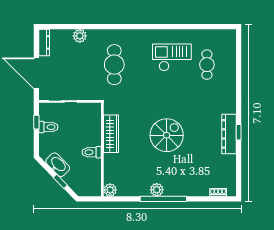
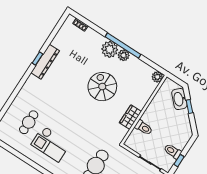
wardrobe: (111, 134) -> (130, 117), width x0.67
spiral stairs: (167, 135) -> (102, 87), moved, turned 90
toilet: (92, 152) -> (144, 128), moved
washbasin: (58, 165) -> (179, 99), moved
plant: (174, 187) -> (110, 49), added

